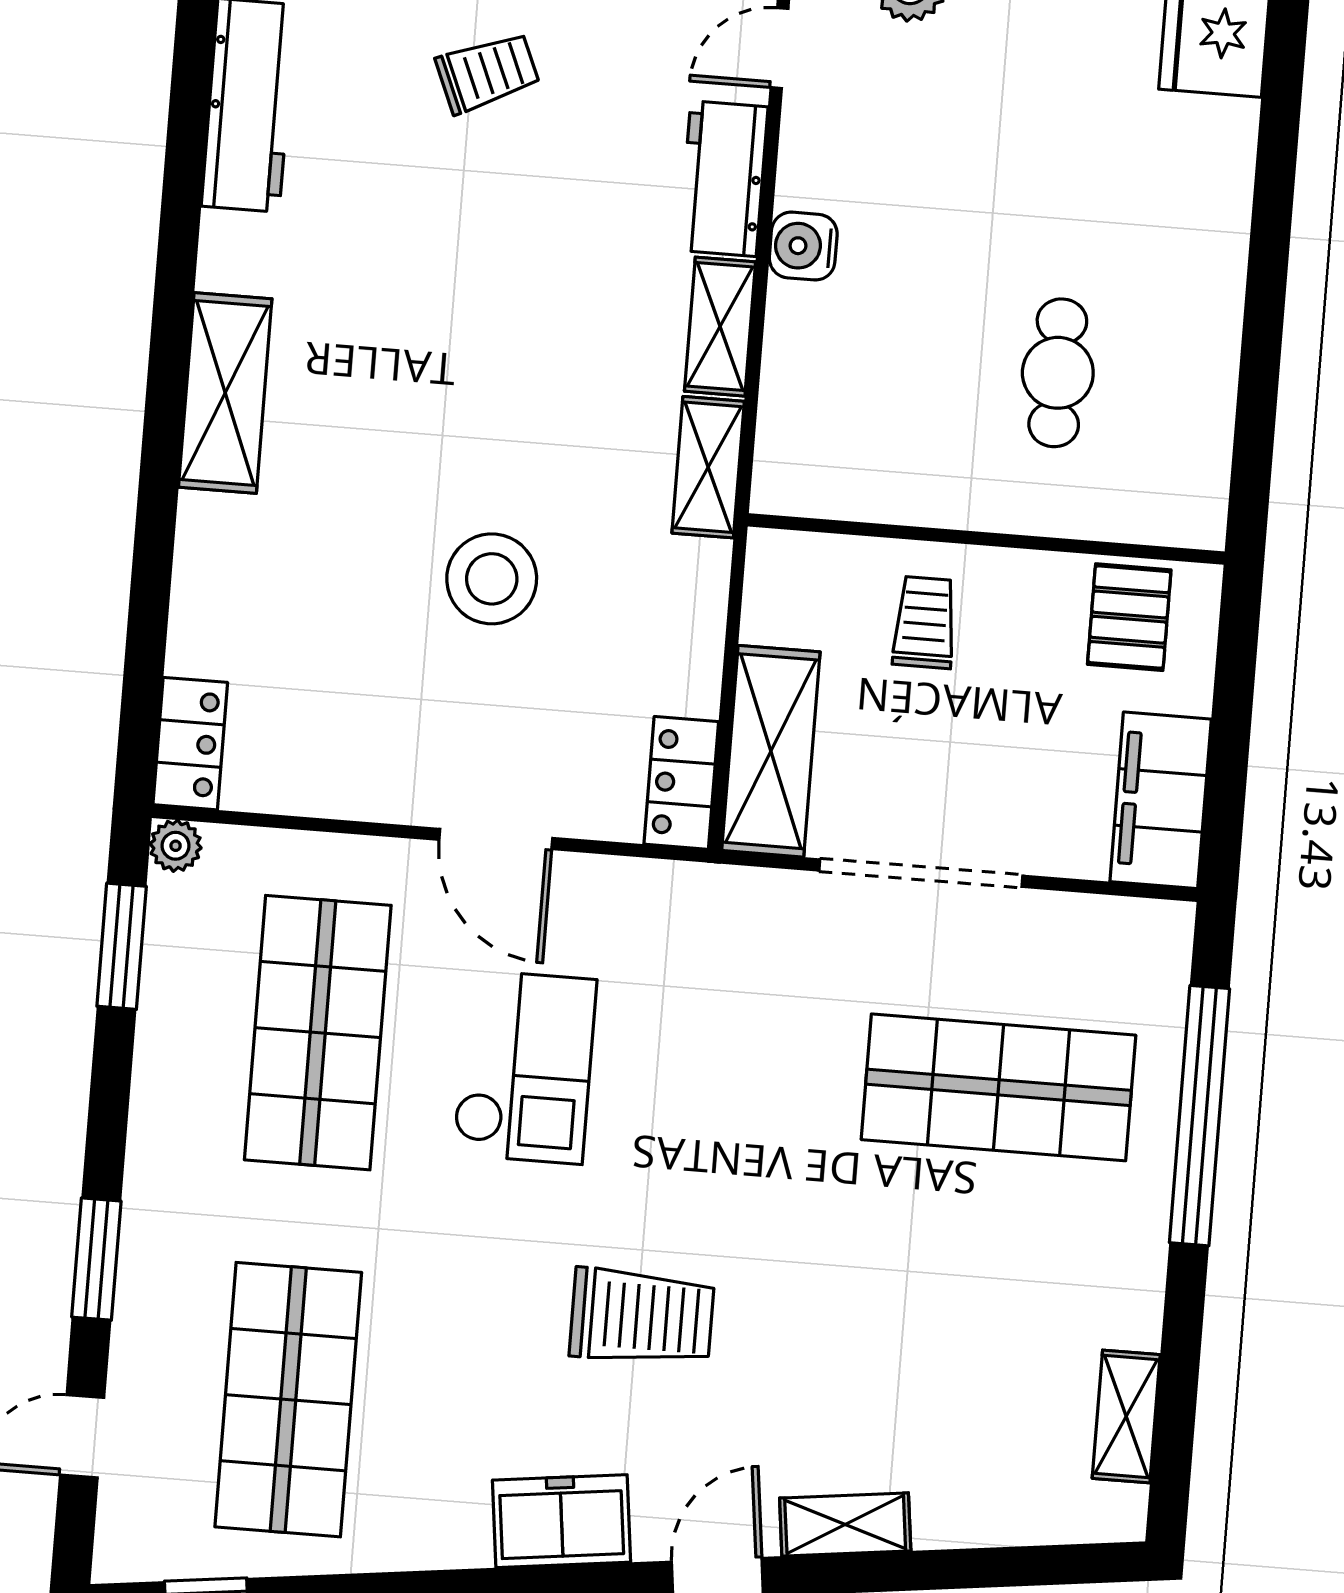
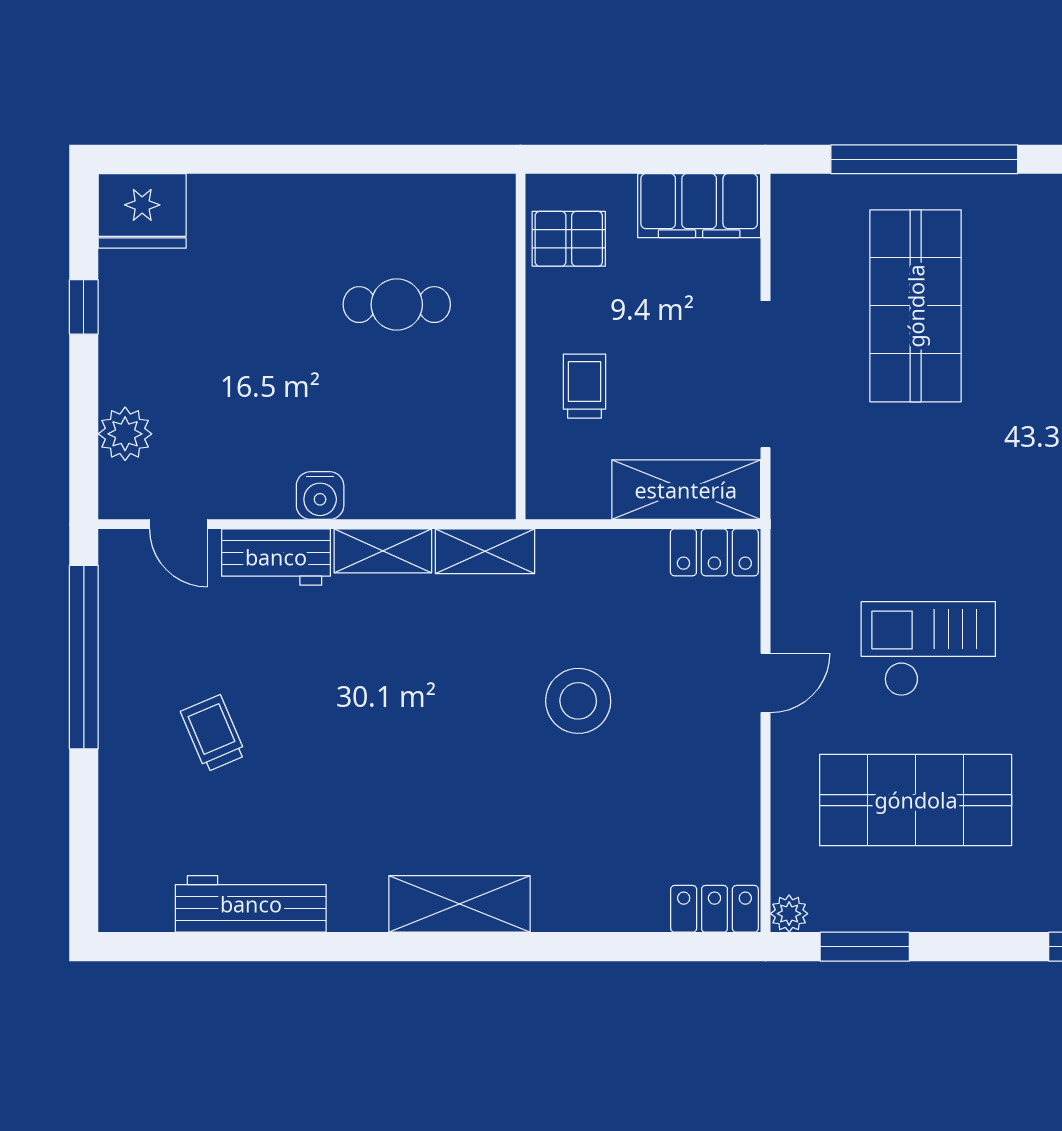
trolley: (925, 622) -> (585, 386), turned 90
door: (496, 839) -> (766, 683), width x0.73

